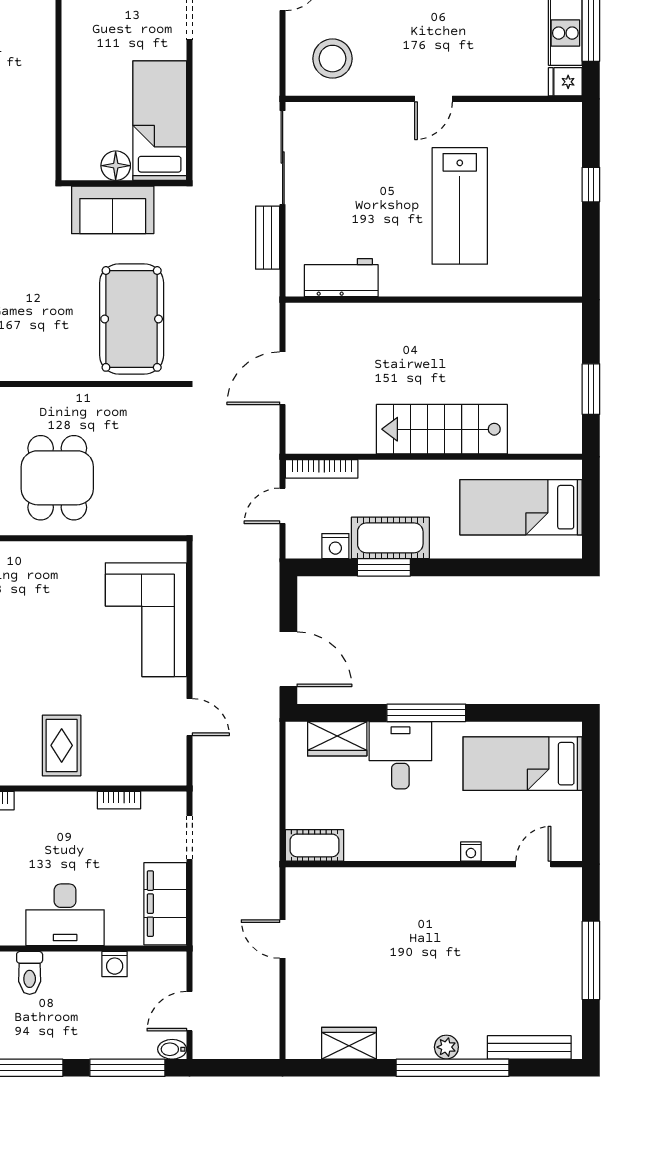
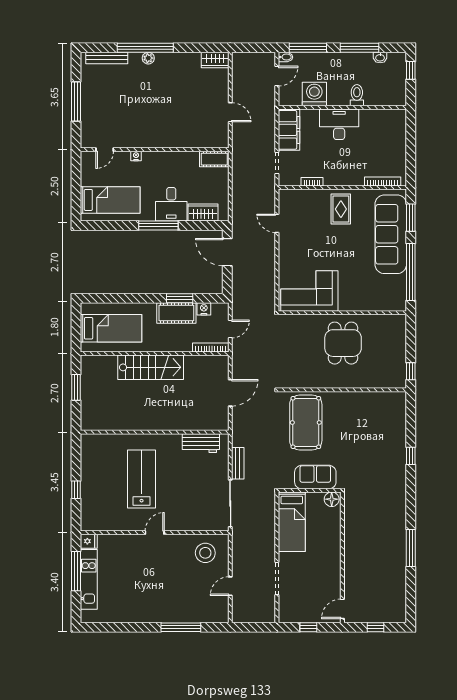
floor lamp: (116, 166) -> (332, 499), moved
corner sofa: (146, 620) -> (309, 291), moved, turned -90
washing machine: (115, 964) -> (314, 94), width x1.89, depth x1.89
wardrobe: (349, 1043) -> (215, 60), moved

